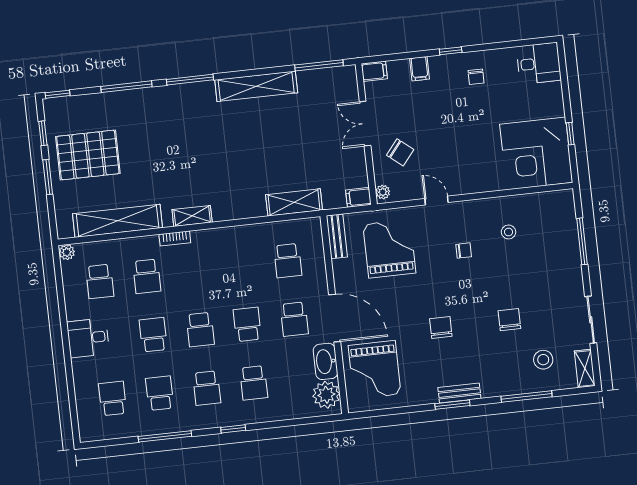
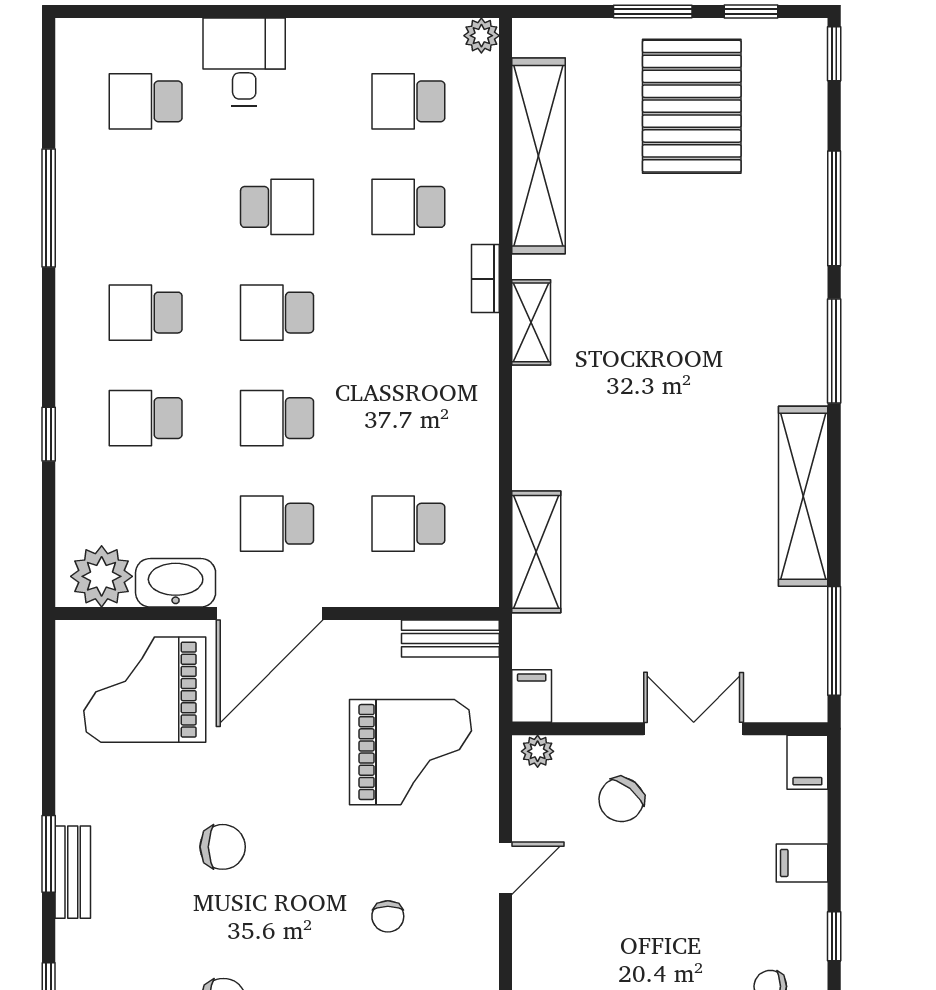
school desk: (247, 324) -> (277, 418), turned 180
desk: (88, 338) -> (244, 62), moved
school desk: (160, 393) -> (146, 207), removed
school desk: (113, 398) -> (146, 101), turned 180
window: (233, 429) -> (49, 434), moved

